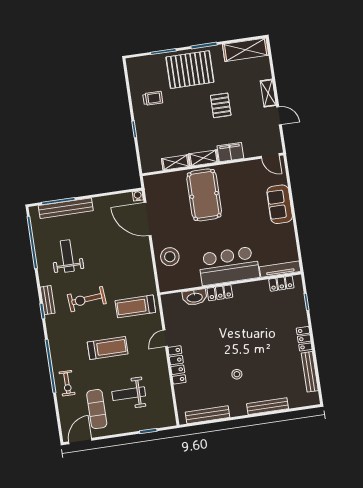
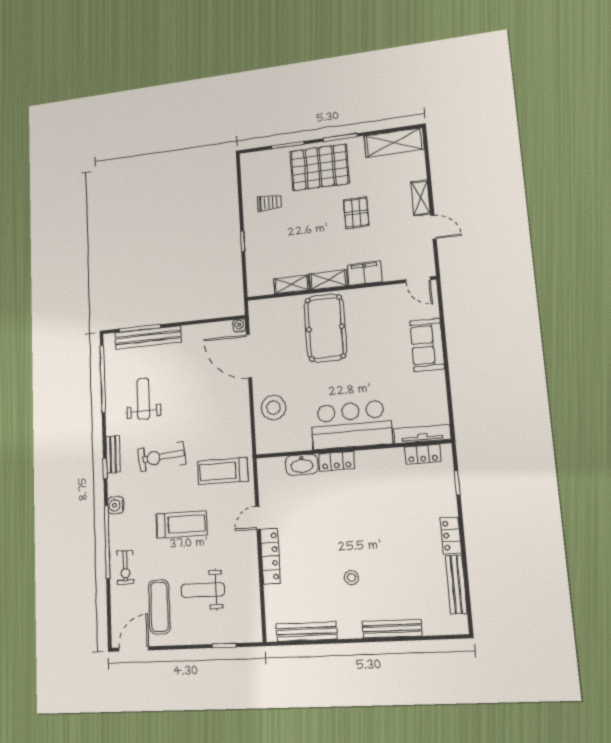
water cooler: (54, 338) -> (116, 505), added

